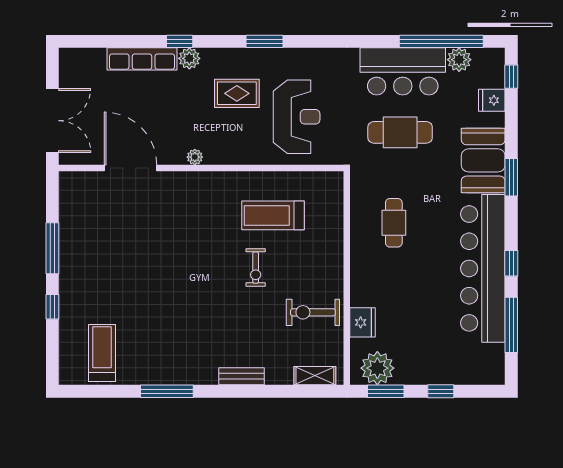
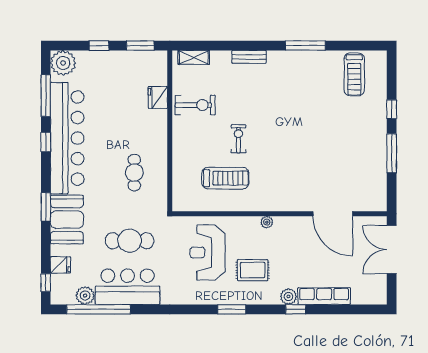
plant: (195, 157) -> (267, 222), moved
plant: (377, 368) -> (63, 63), moved

